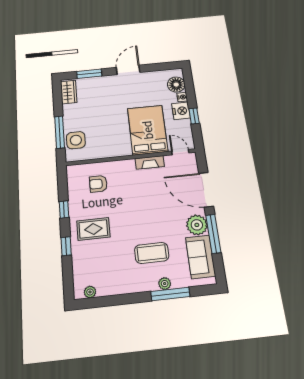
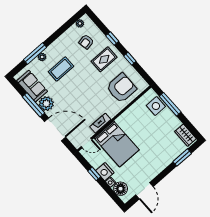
door: (128, 70) -> (144, 191), moved
armchair: (98, 184) -> (121, 88), width x1.88, depth x1.88
armchair: (99, 264) -> (86, 42), added

